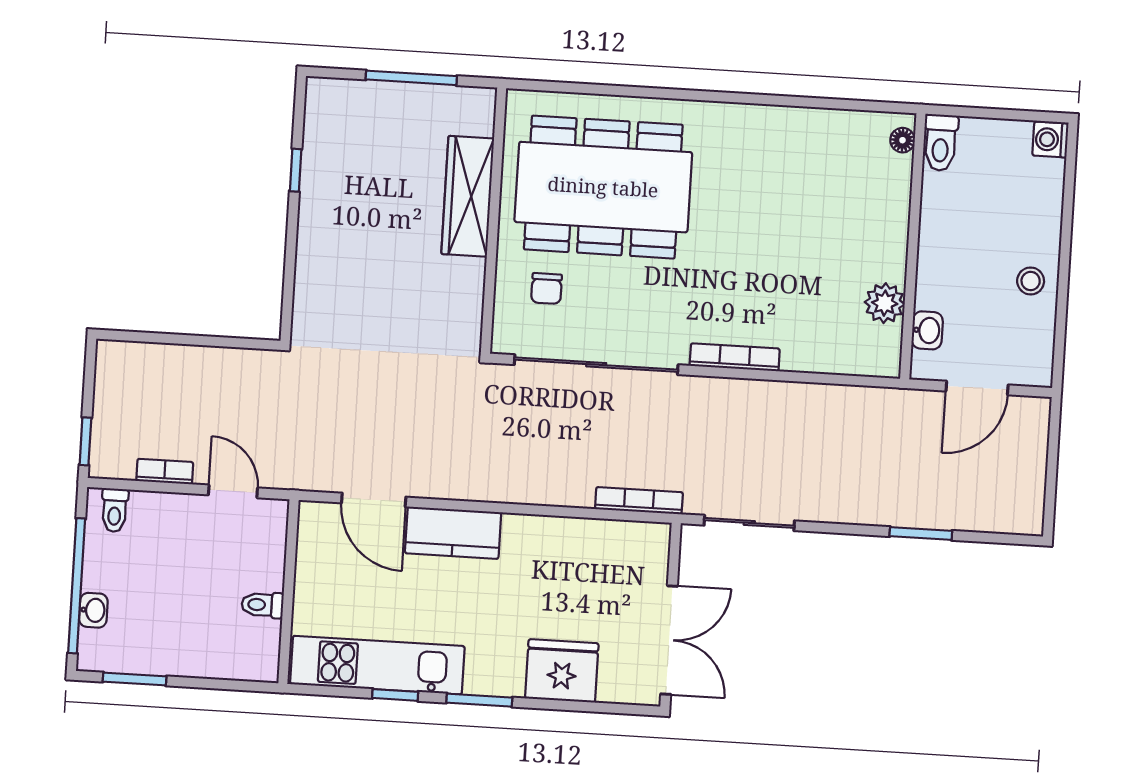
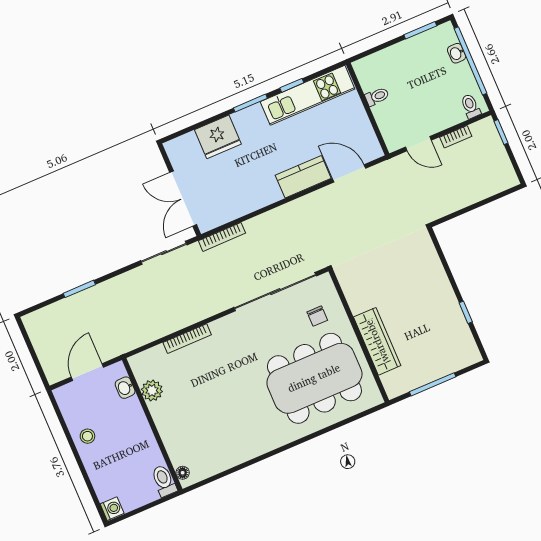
chair: (546, 289) -> (317, 316), turned 180
bookcase: (735, 357) -> (187, 339), moved
double door: (669, 640) -> (183, 199), moved

